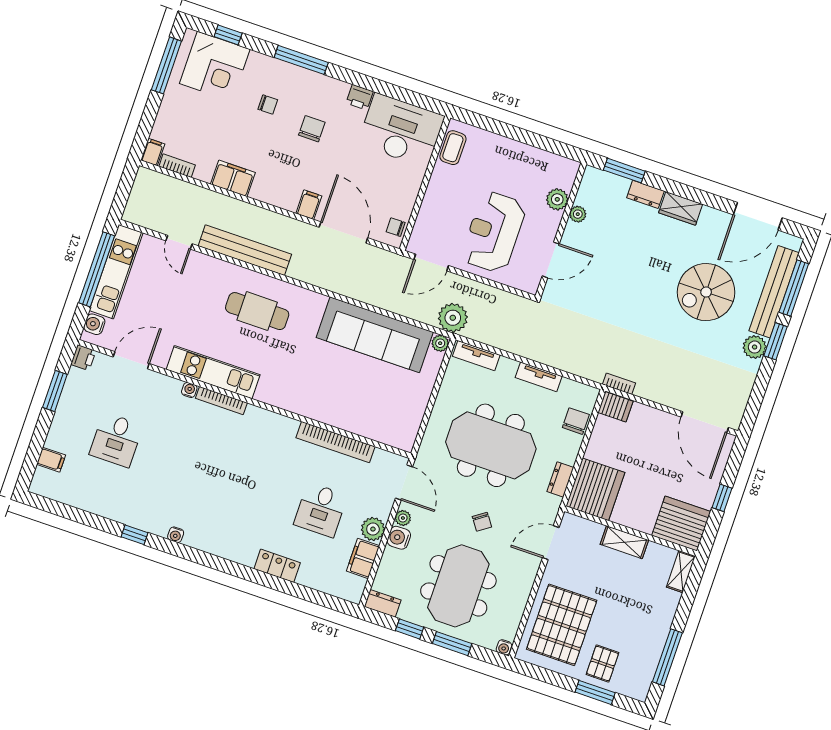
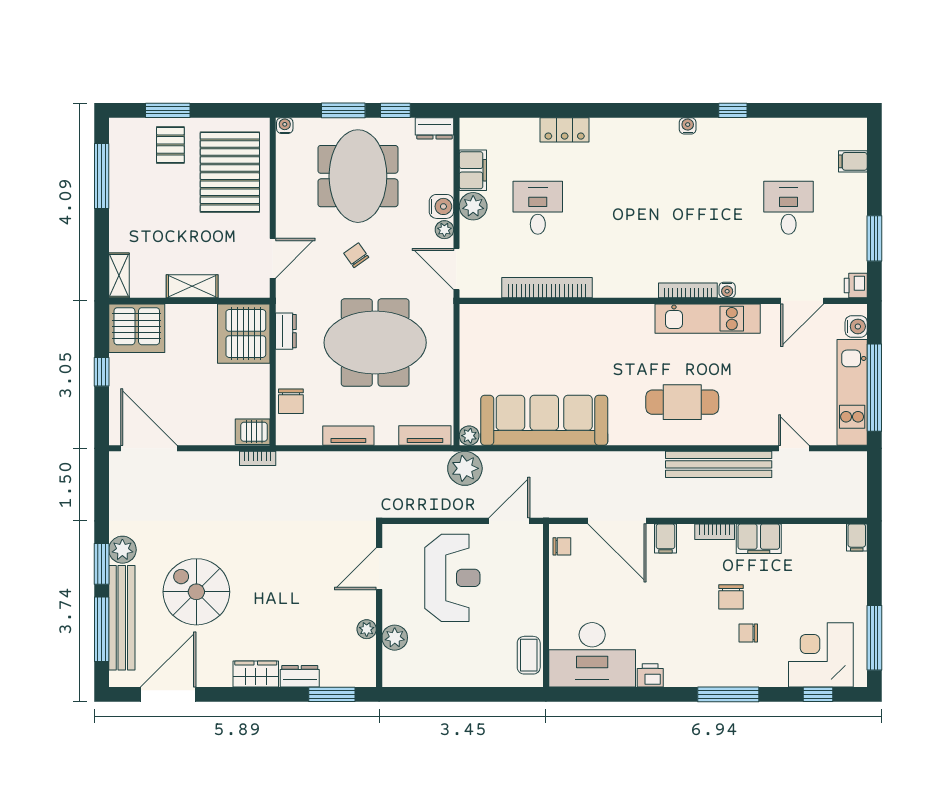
chair: (312, 129) -> (731, 597), moved
bookcase: (177, 166) -> (715, 532), moved
spiral stairs: (706, 292) -> (196, 592), turned -90

